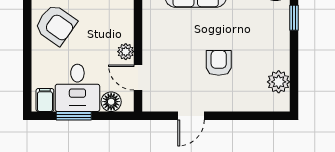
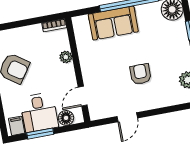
plant: (126, 52) -> (66, 57), moved
door: (138, 77) -> (83, 96), hinge flipped

